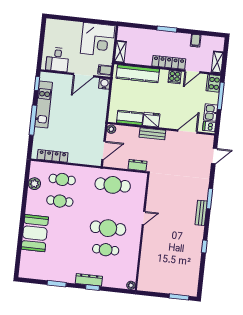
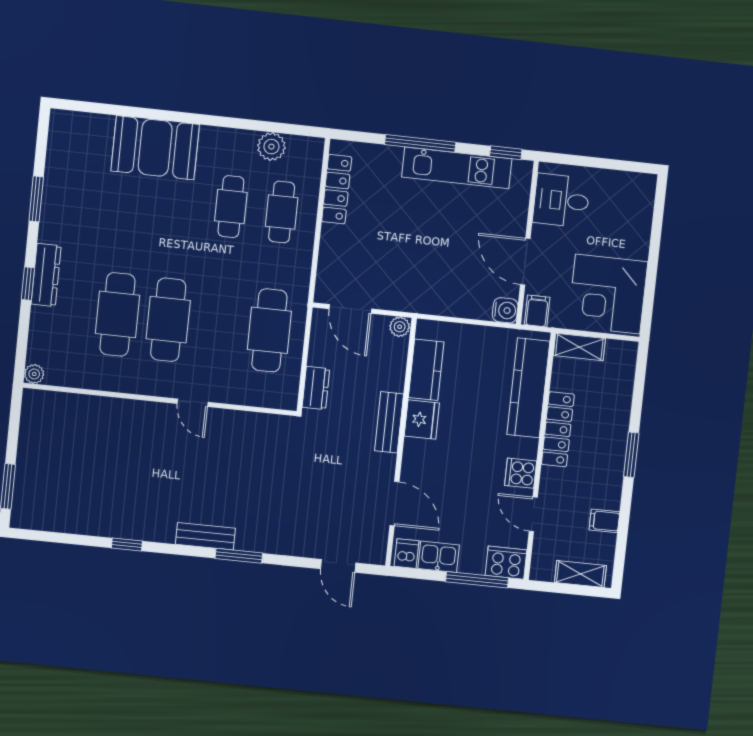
locker: (169, 62) -> (558, 429), moved
shelving: (217, 62) -> (580, 574), moved
cafe table: (106, 250) -> (117, 314), width x1.37, depth x1.35

